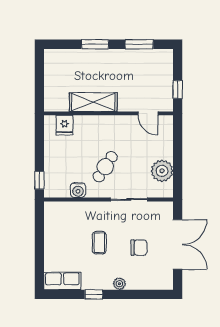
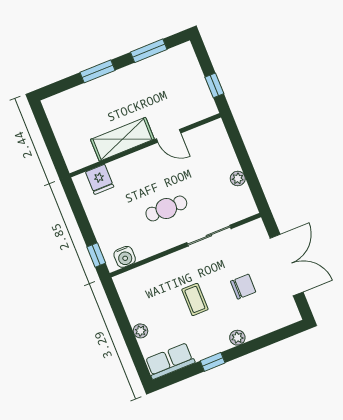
door: (148, 113) -> (169, 136), moved
cafe table: (105, 167) -> (166, 208), turned 57
plant: (162, 171) -> (238, 179), width x0.53, depth x0.53
water cooler: (78, 190) -> (125, 257), moved
plant: (50, 250) -> (140, 331), added

